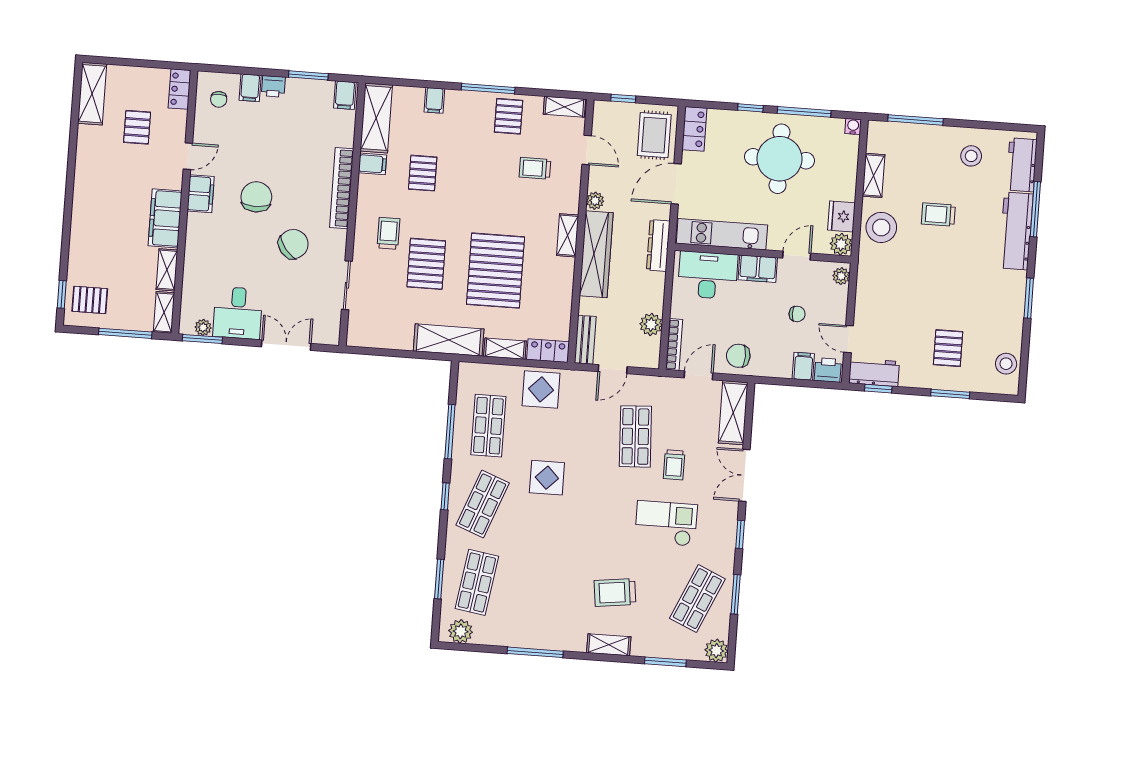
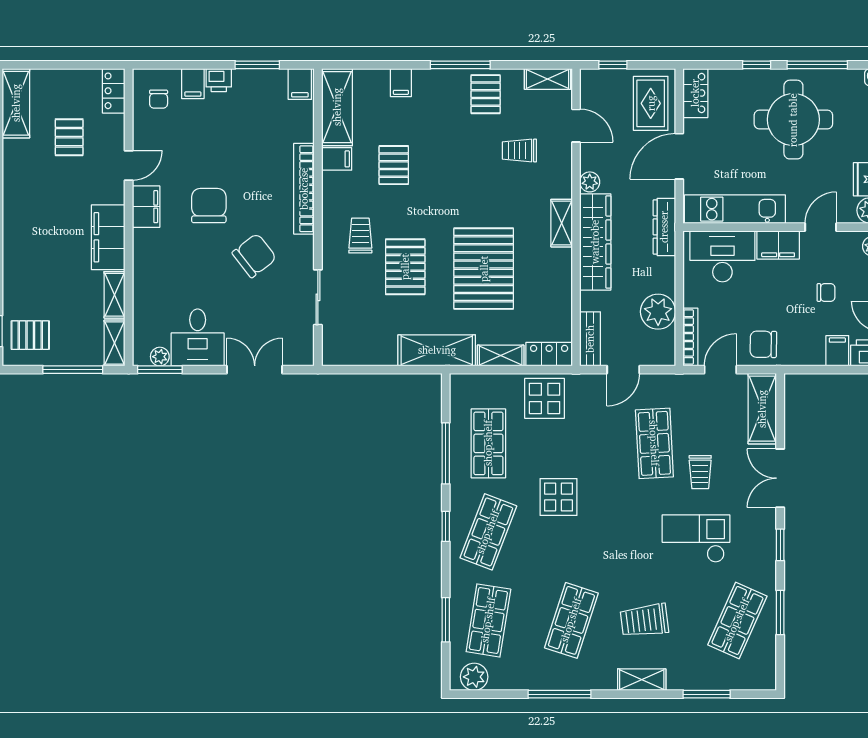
plant: (651, 324) -> (658, 312), width x1.36, depth x1.36
shop shelf: (550, 588) -> (571, 620), added
plant: (716, 651) -> (763, 677), removed

